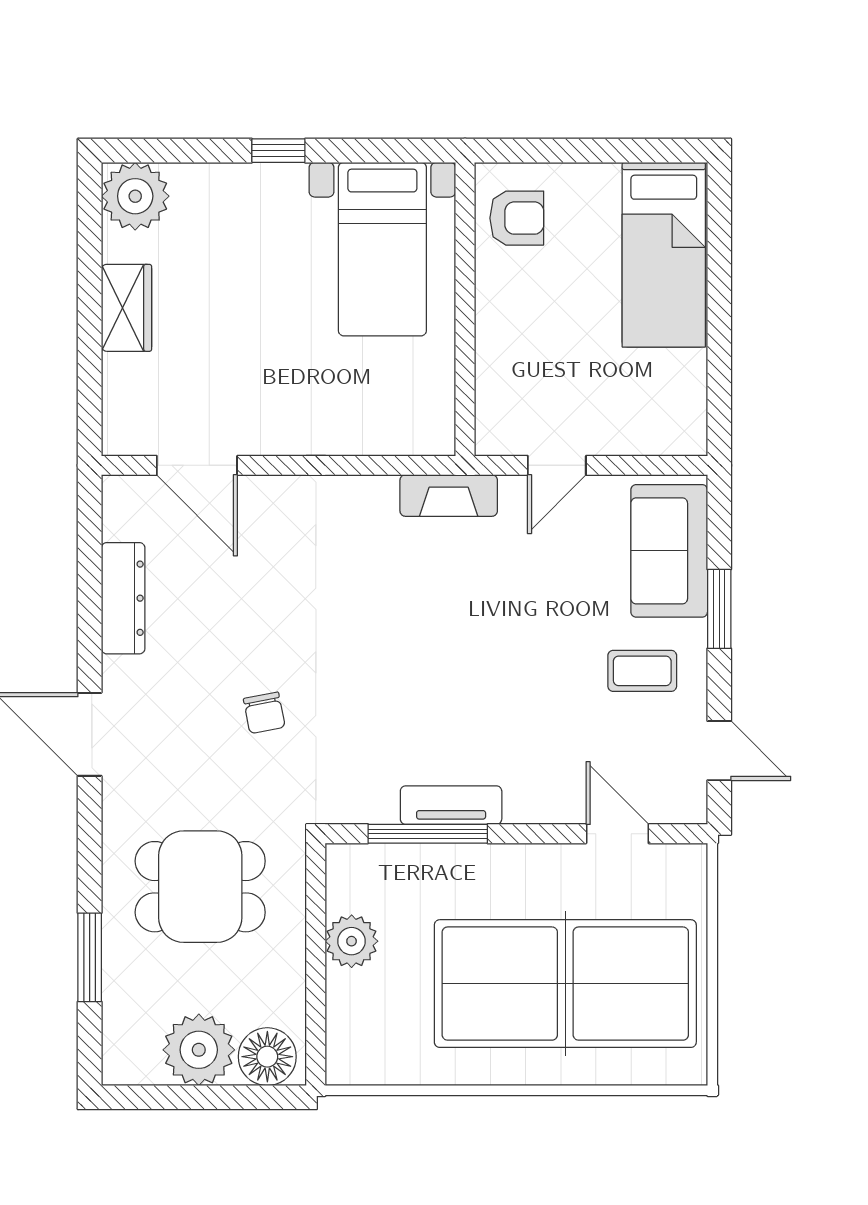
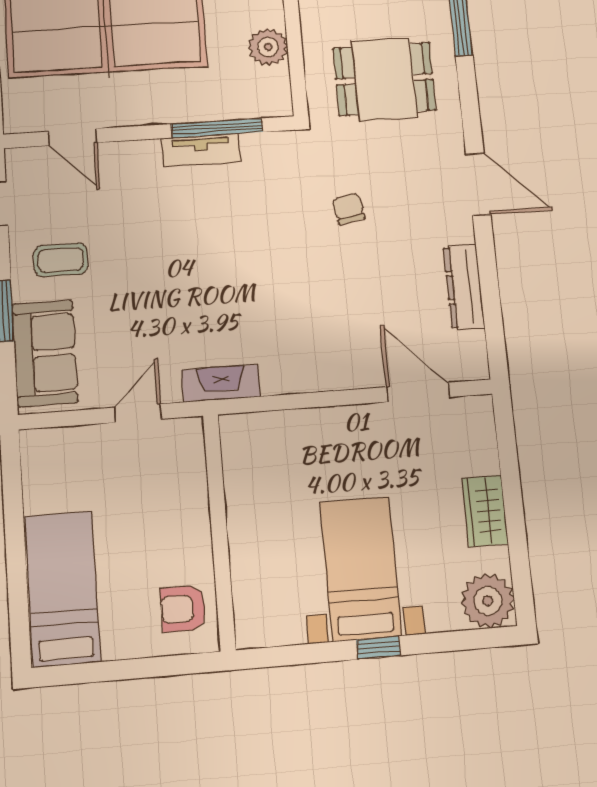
bed with nightstands: (382, 249) -> (361, 568), moved

